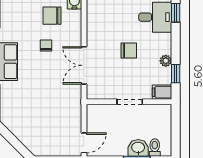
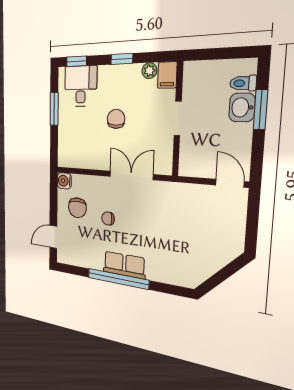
plant: (166, 61) -> (149, 71), moved
double door: (84, 65) -> (131, 175), swing flipped
window: (176, 74) -> (122, 59), moved

